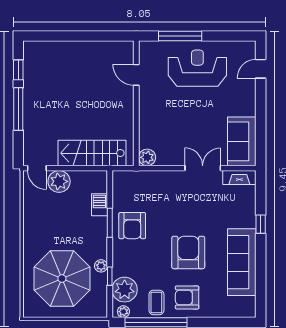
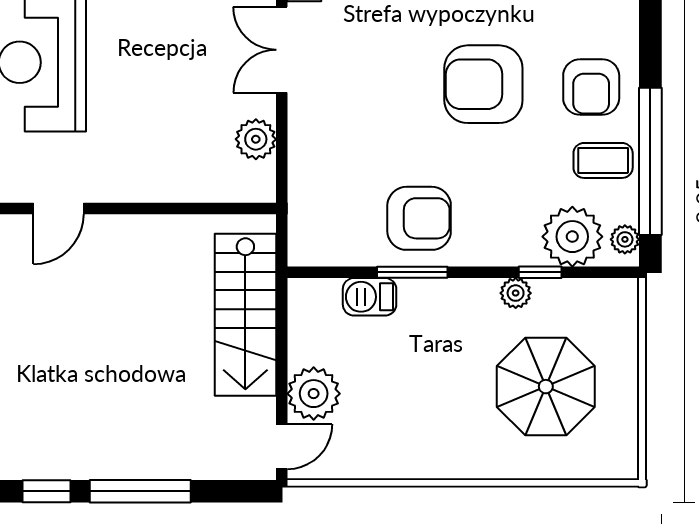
plant: (147, 157) -> (256, 139), moved
parasol: (62, 279) -> (546, 387), width x0.73, depth x0.73

